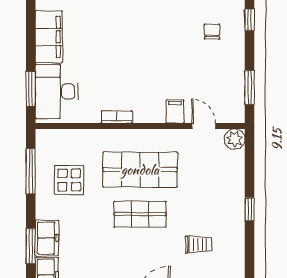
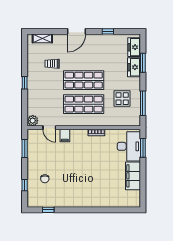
shop shelf: (140, 214) -> (84, 80), width x1.43, depth x1.36

